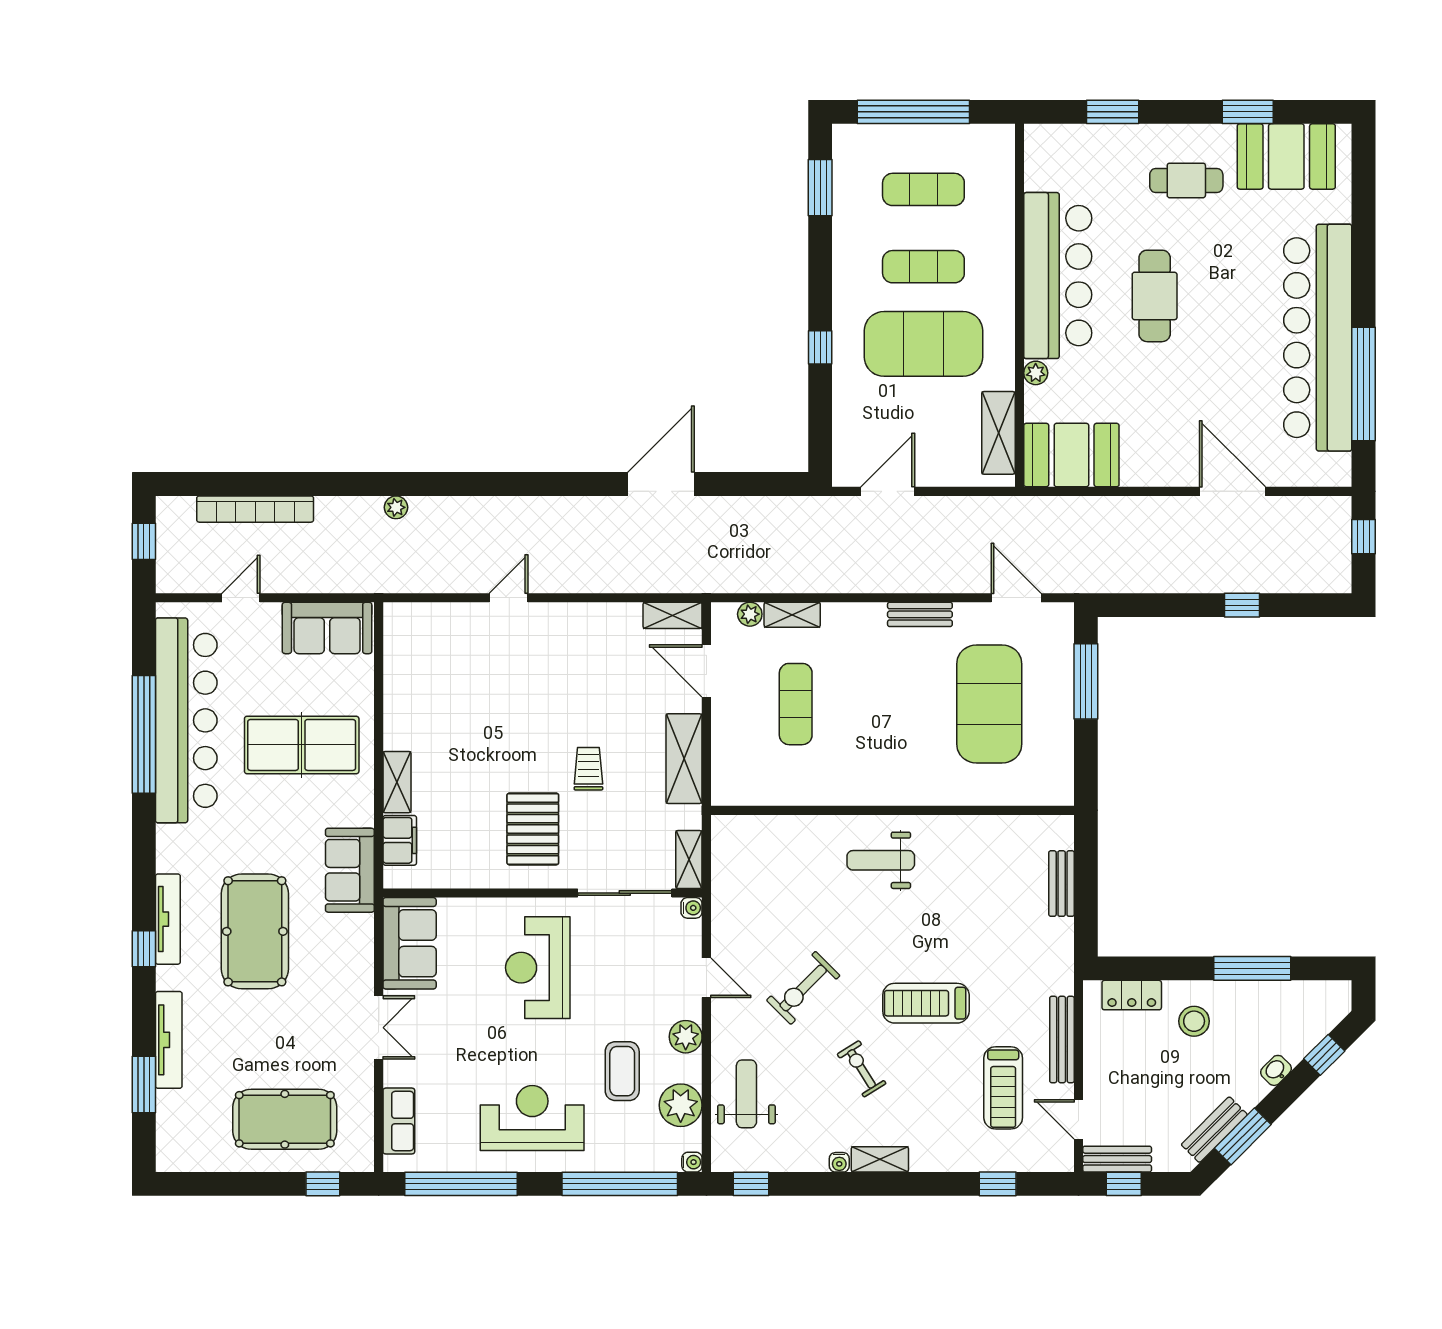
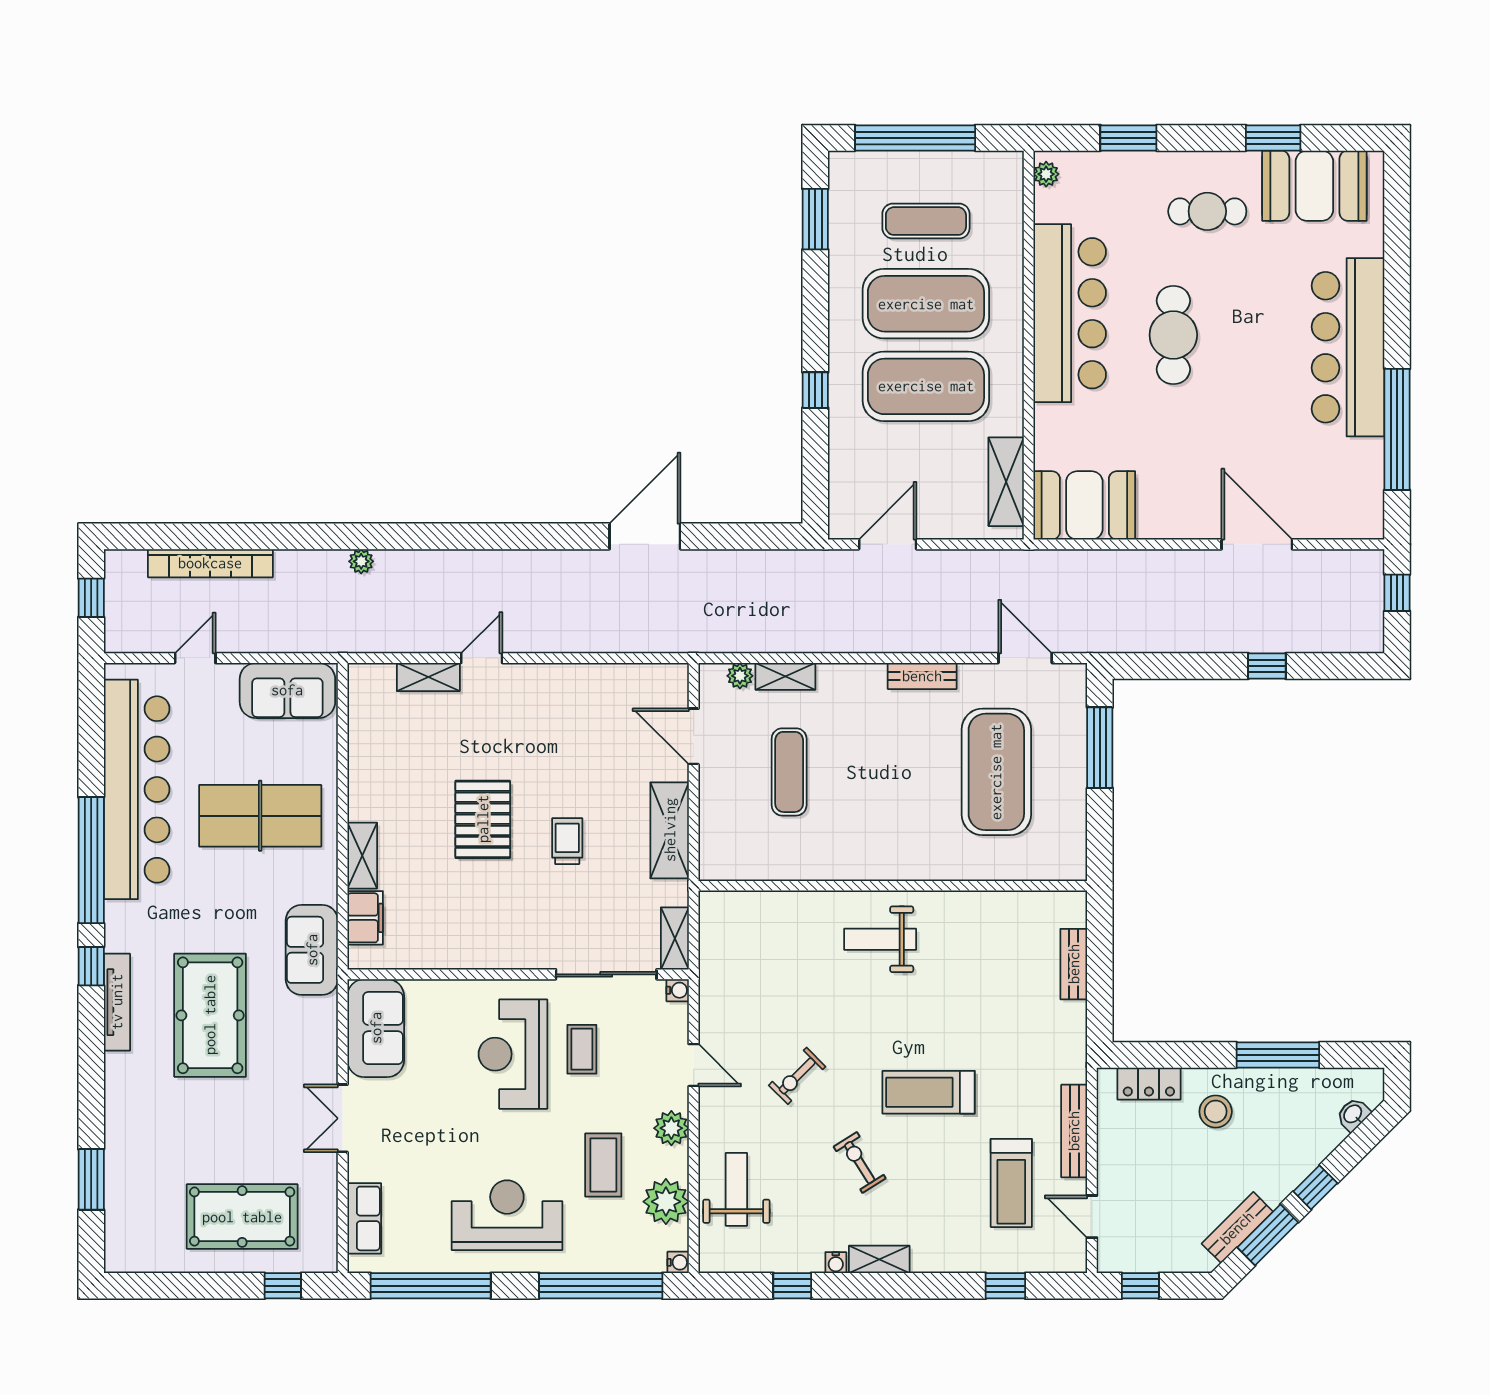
exercise mat: (923, 267) -> (926, 304), width x2.00, depth x1.45
bar counter: (1318, 338) -> (1348, 347), width x0.73
plant: (1036, 373) -> (1046, 174), moved
shelving: (673, 615) -> (428, 677), moved
window: (144, 734) -> (91, 860), moved
pallet: (533, 829) -> (483, 819), moved
window: (144, 949) -> (91, 966), moved
coffee table: (602, 963) -> (582, 1049), added
exercise bike: (803, 988) -> (797, 1076), width x0.73, depth x0.72
double door: (379, 1028) -> (343, 1118), swing flipped
tv unit: (169, 1040) -> (118, 1132), removed
window: (1324, 1055) -> (1315, 1187), moved
washbasin: (1276, 1070) -> (1353, 1114), moved
bench: (1117, 1159) -> (1133, 1259), removed
window: (751, 1184) -> (792, 1286), moved

